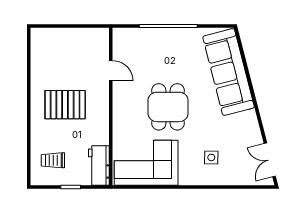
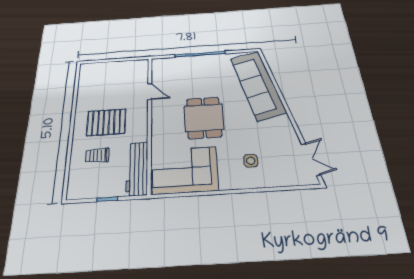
trolley: (53, 160) -> (97, 156), moved
double door: (270, 160) -> (311, 159), swing flipped
workbench: (99, 166) -> (137, 169), width x1.38

